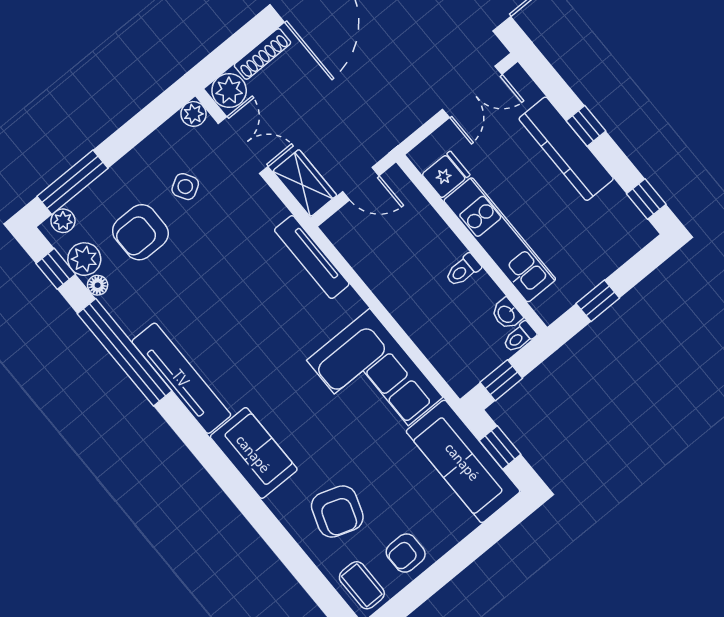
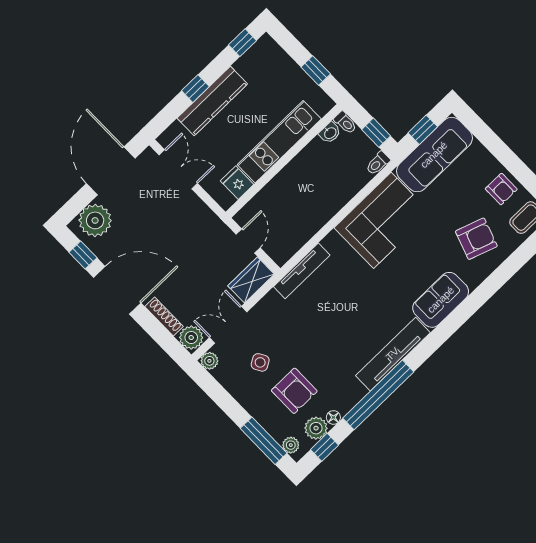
toilet: (463, 270) -> (378, 163), moved, turned 90

